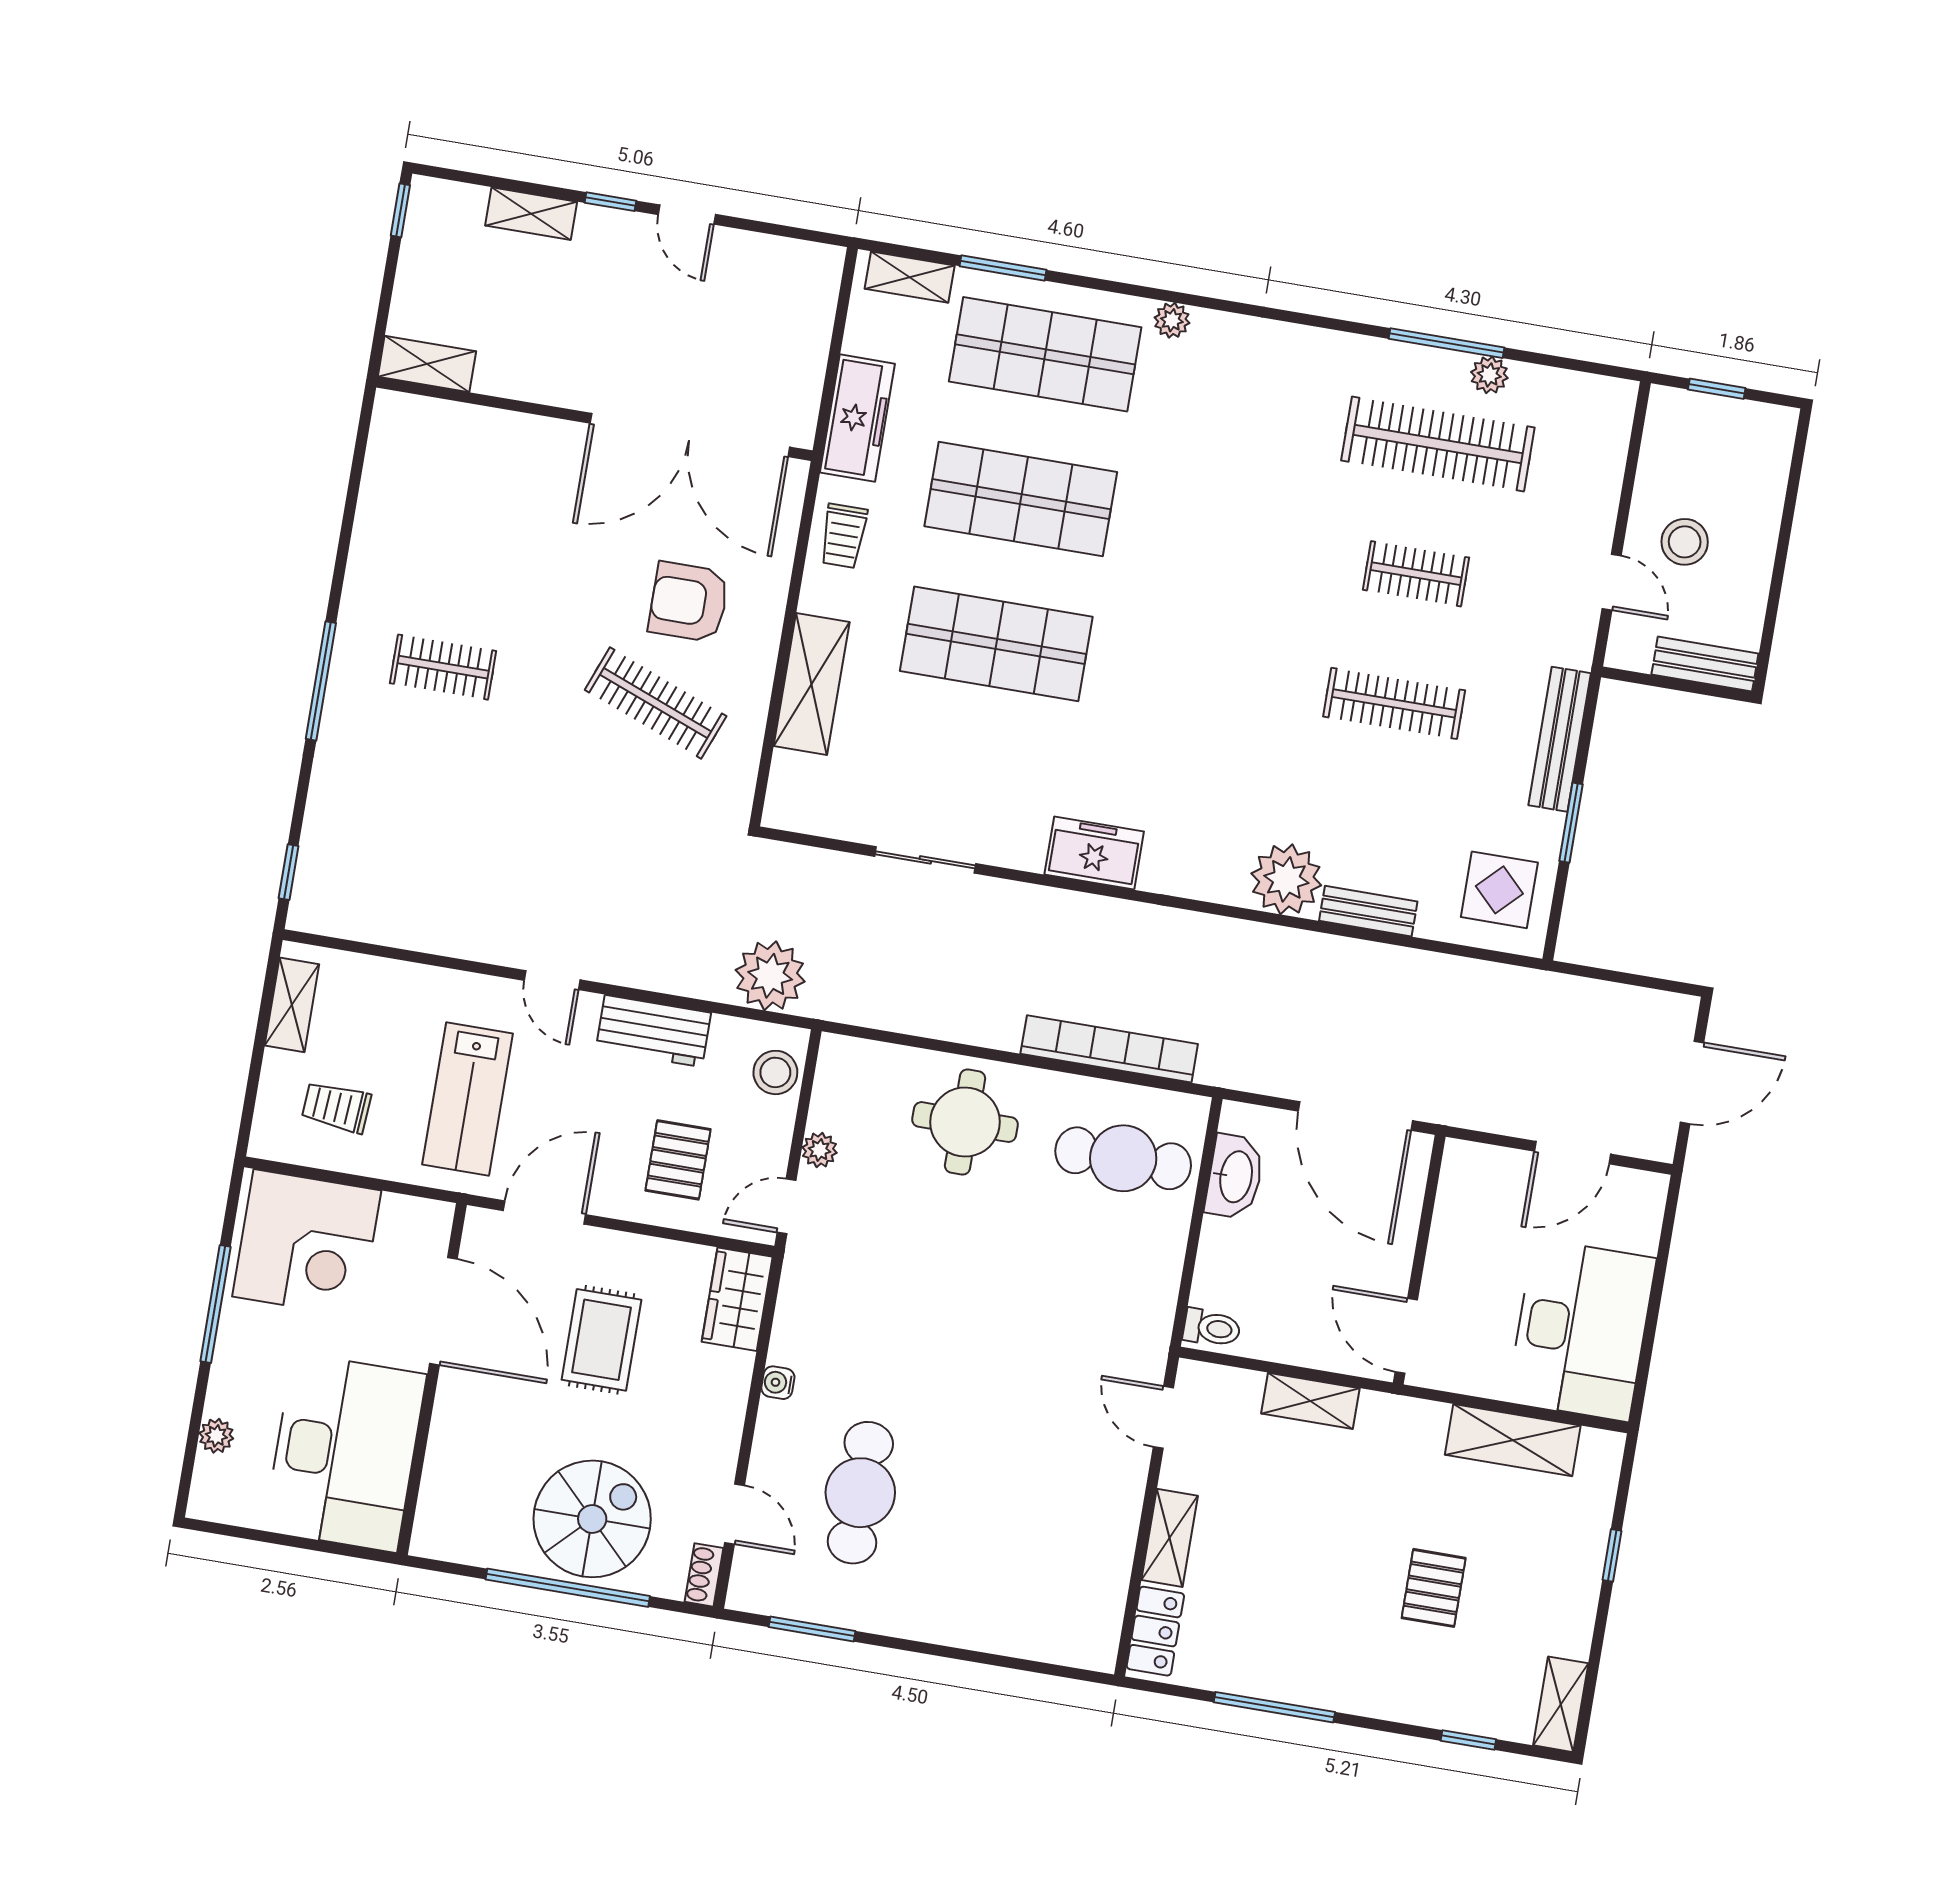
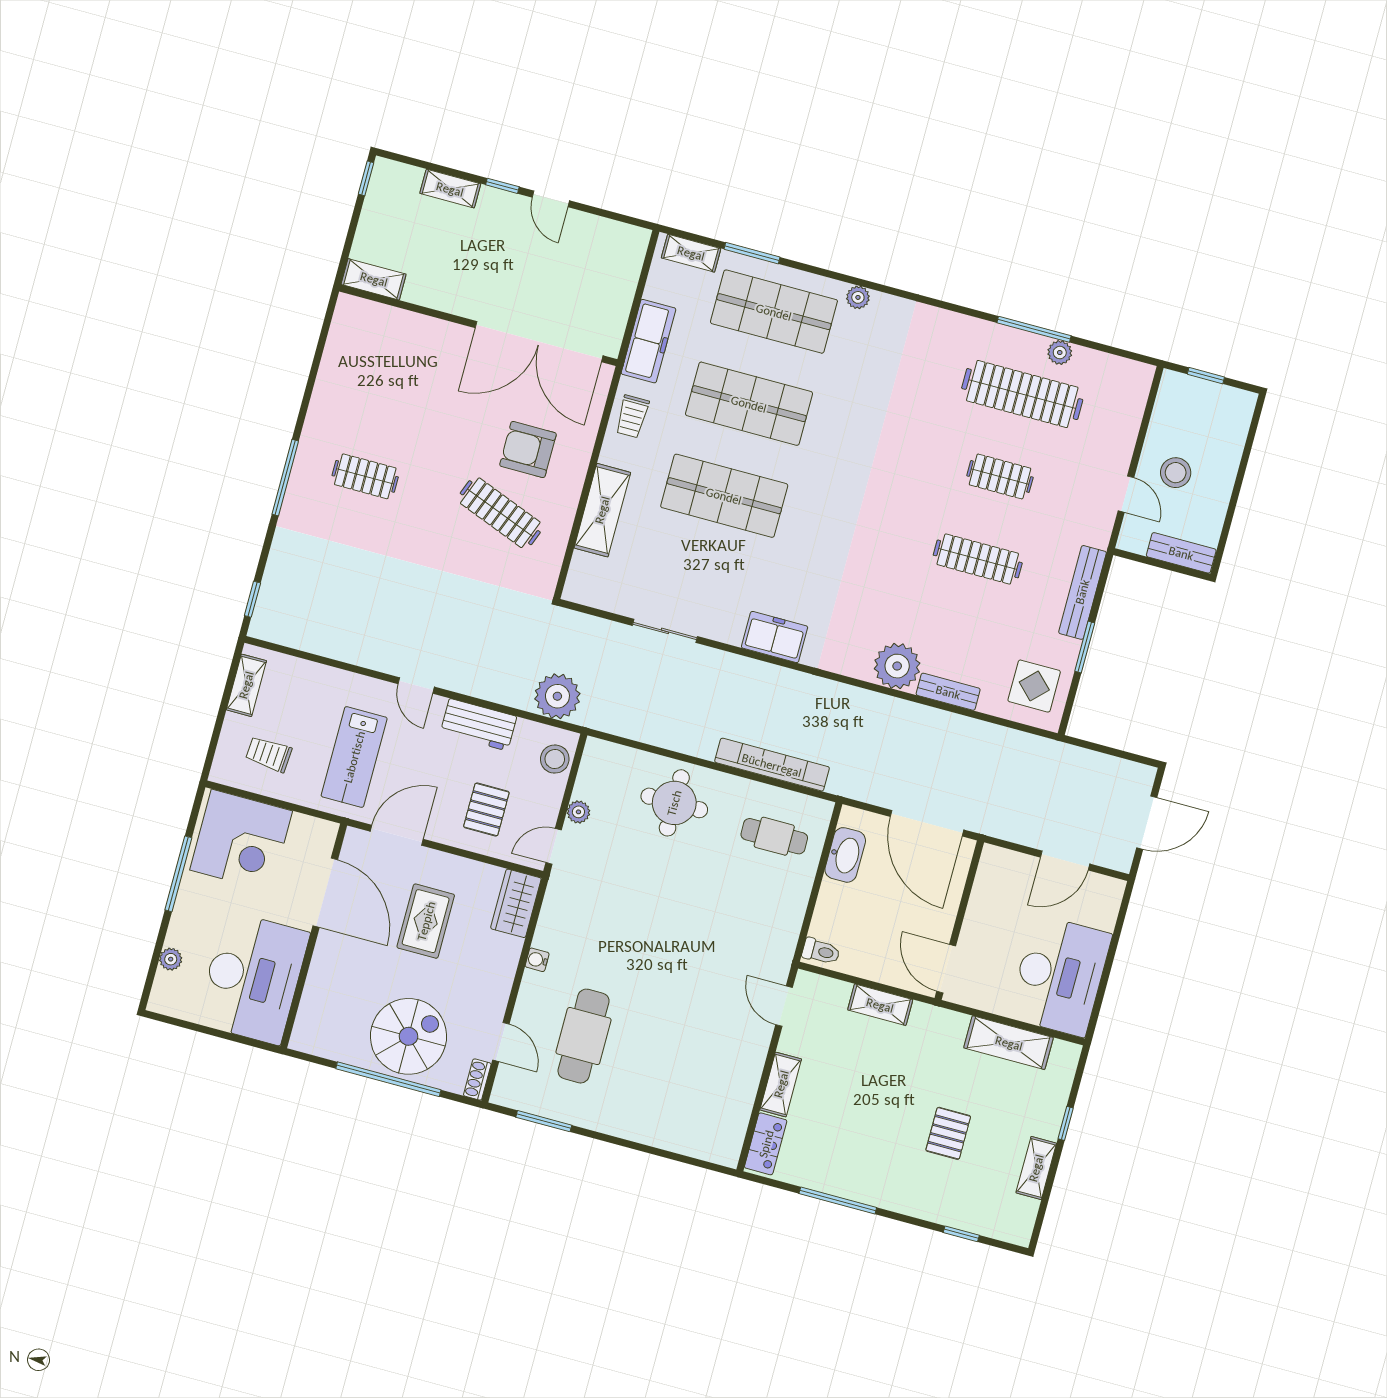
cafe table: (1123, 1158) -> (774, 836), width x0.73, depth x0.74
shelving: (1561, 1704) -> (1036, 1168), moved

